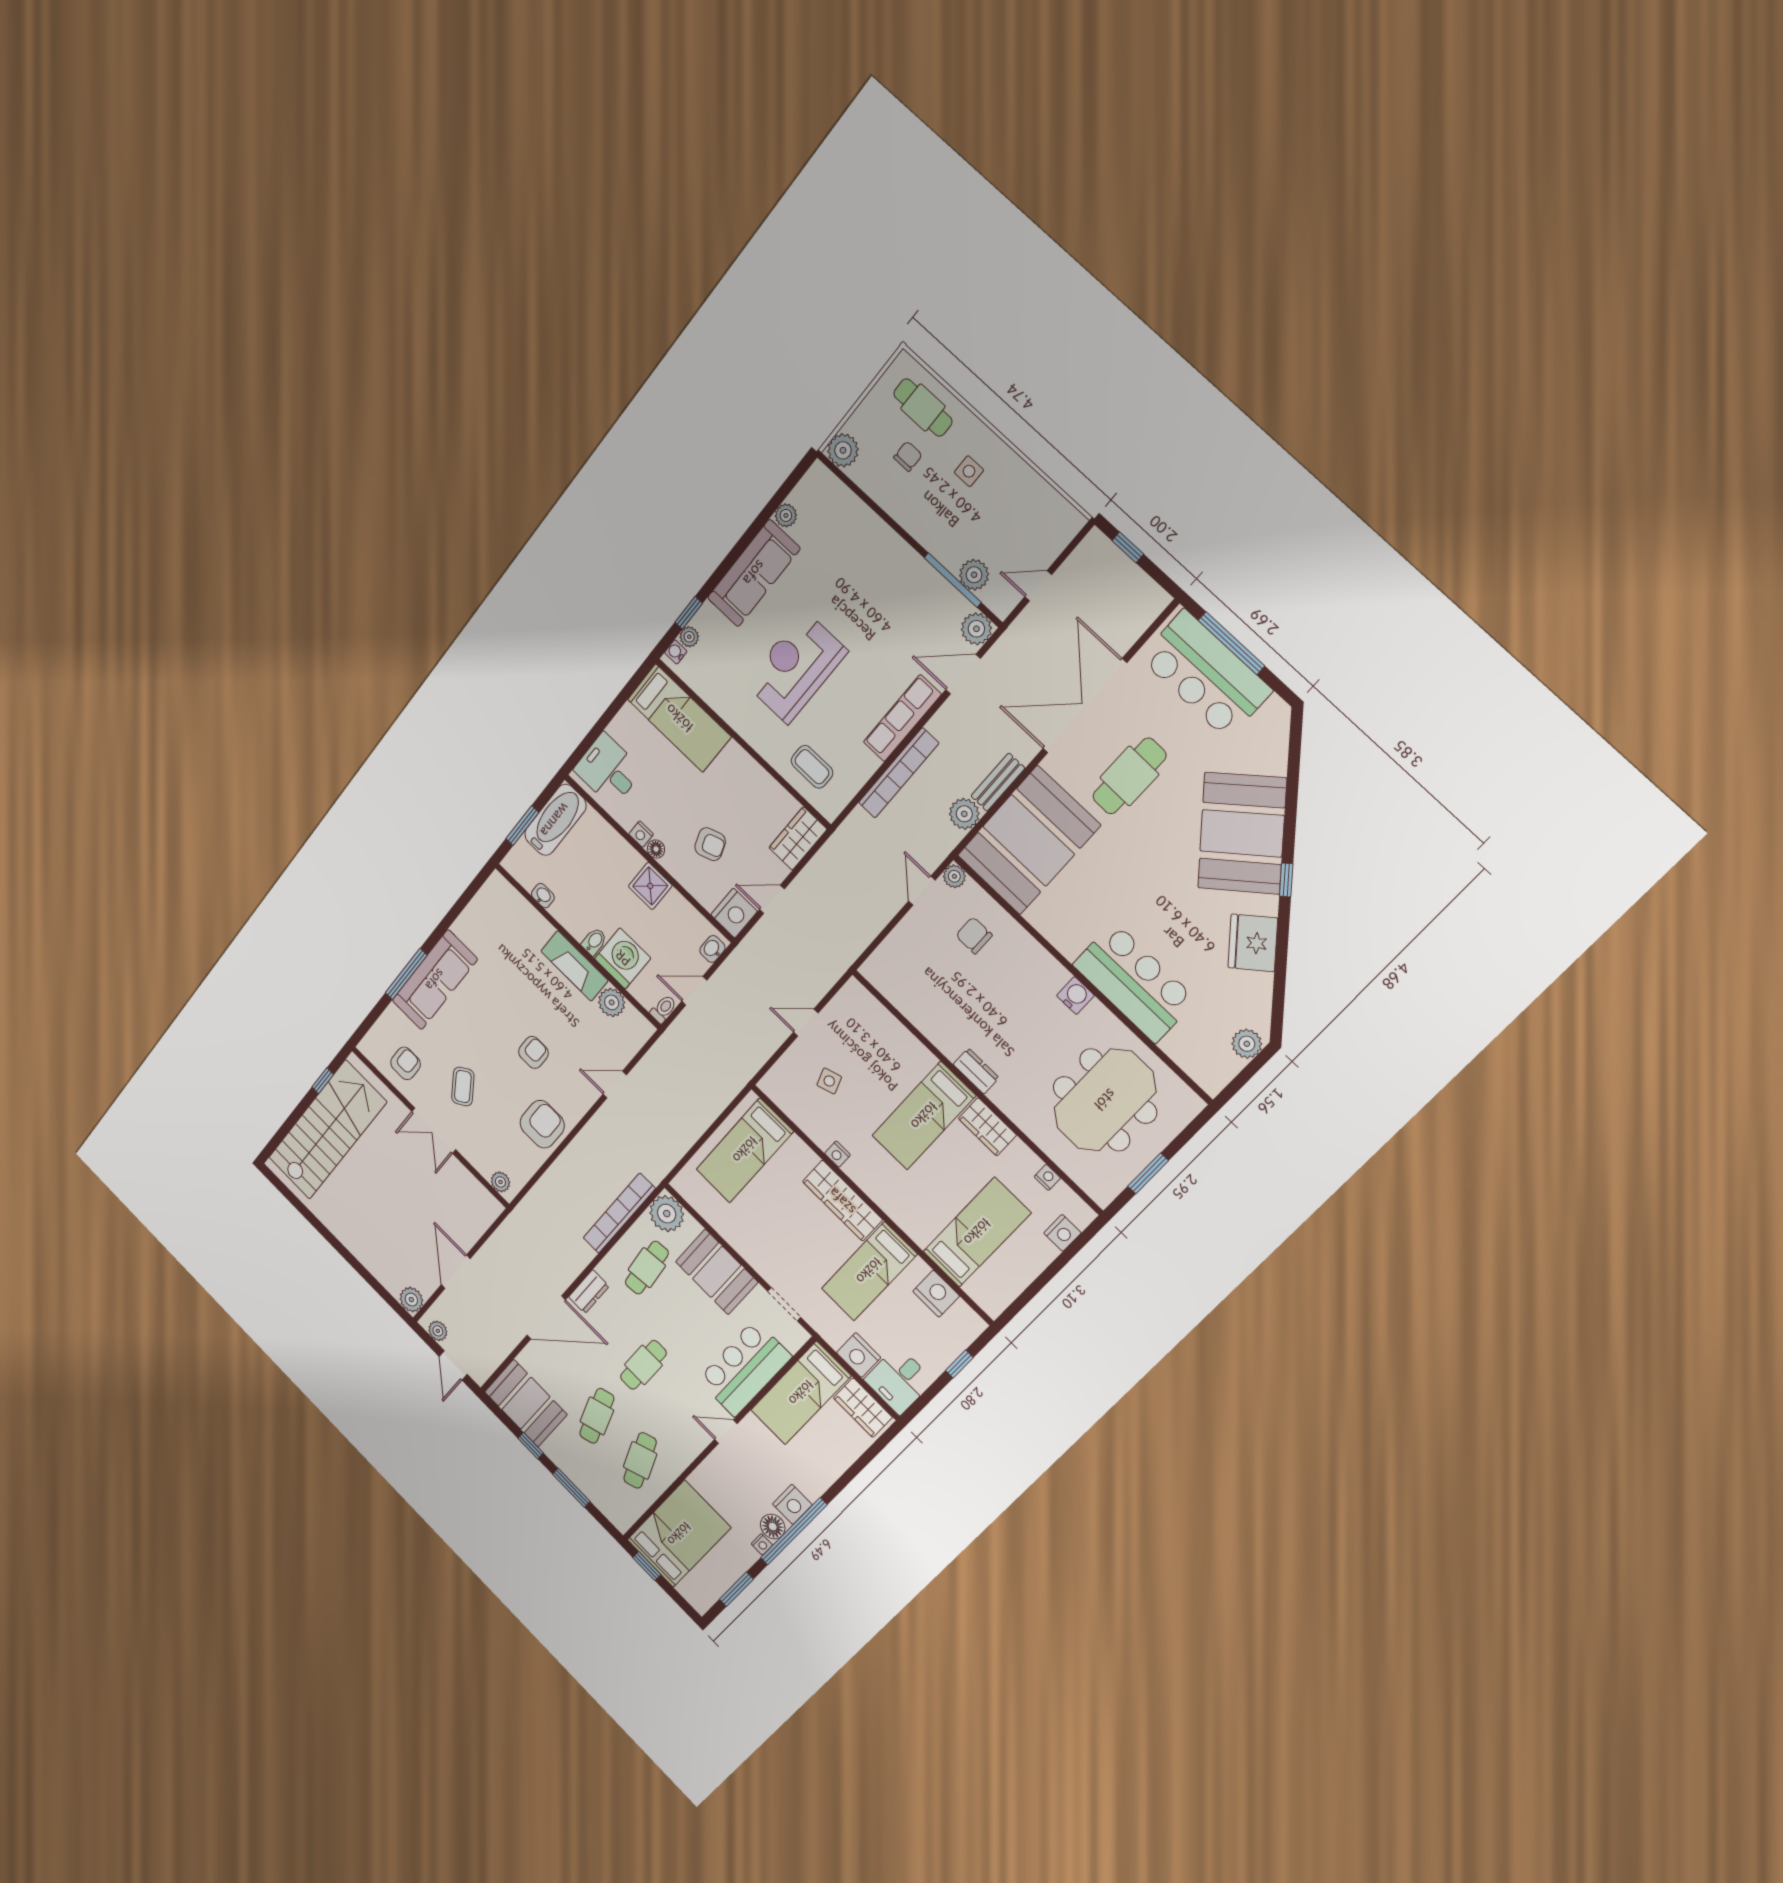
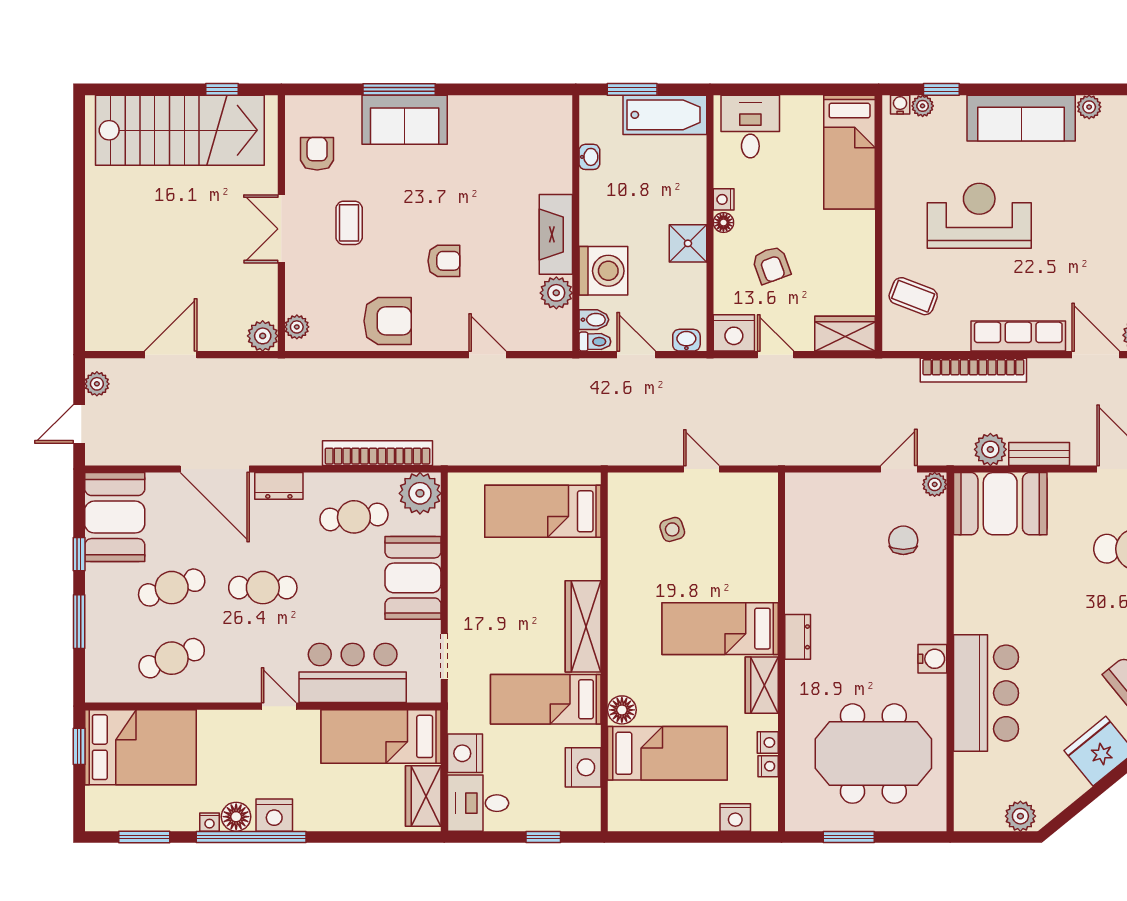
coffee table: (812, 767) -> (913, 296), turned -69
booth: (1029, 840) -> (1000, 504), width x0.73, depth x0.70
bidet: (594, 941) -> (594, 320), moved
sofa: (435, 980) -> (405, 120), width x0.73
armchair: (406, 1063) -> (317, 154), turned -90
coffee table: (463, 1087) -> (349, 223), turned -56
nightstand: (837, 1154) -> (768, 742), moved, turned 180
floor lamp: (921, 1232) -> (622, 710), added
plant: (411, 1300) -> (263, 336), moved

